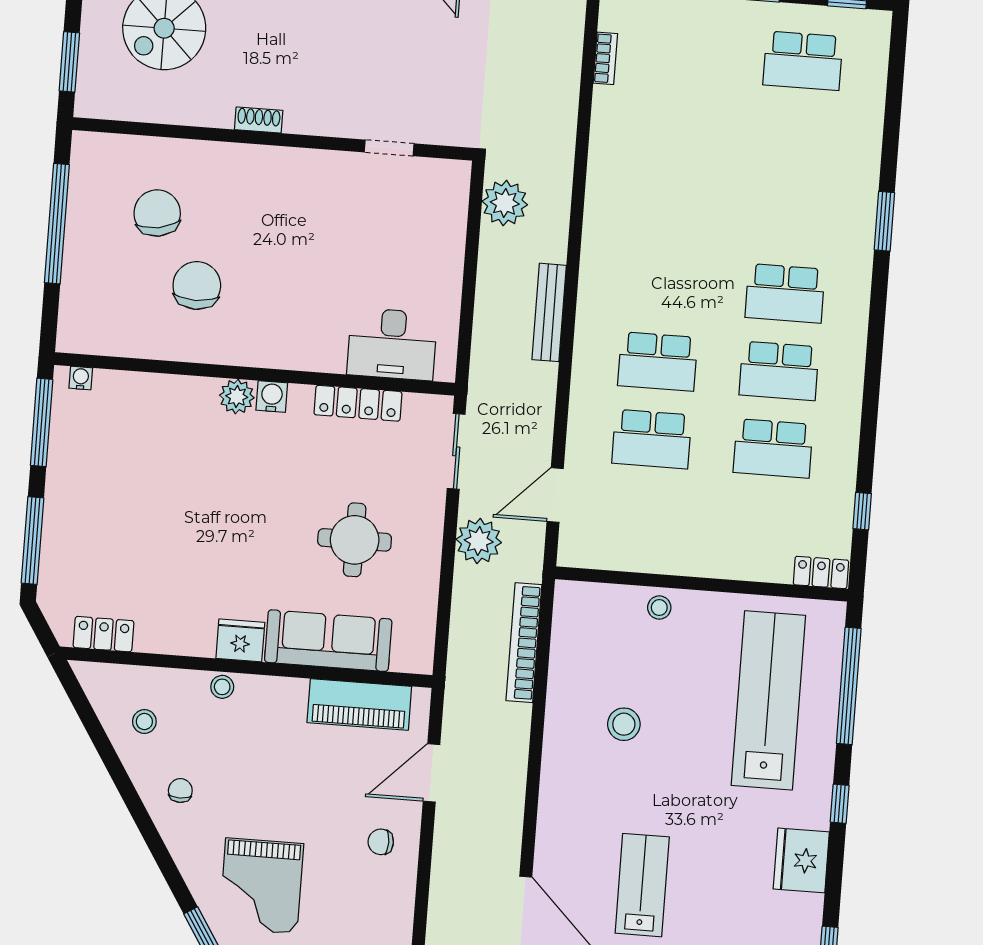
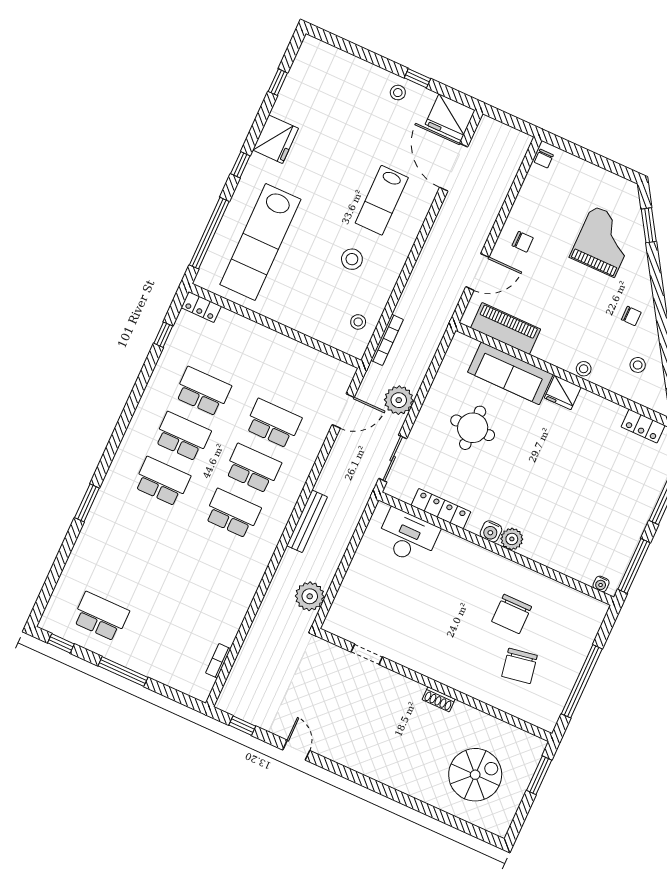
school desk: (664, 284) -> (232, 513), added
stool: (659, 608) -> (358, 322), moved
bookcase: (524, 643) -> (387, 340), width x0.68, depth x0.76
chair: (180, 791) -> (631, 316), turned -90
lab bench: (642, 885) -> (382, 200), moved

